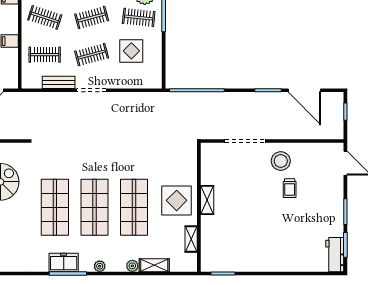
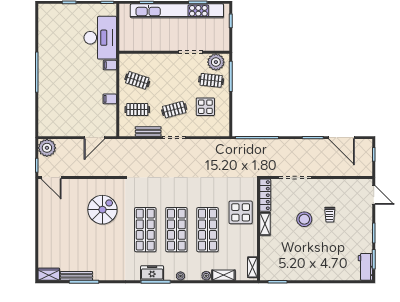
clothes rail: (92, 17) -> (174, 80), removed
stool: (281, 161) -> (304, 219), moved
locker: (207, 163) -> (265, 195), added
display table: (177, 200) -> (241, 212), moved
shelving: (191, 239) -> (252, 267), moved

